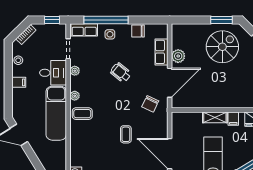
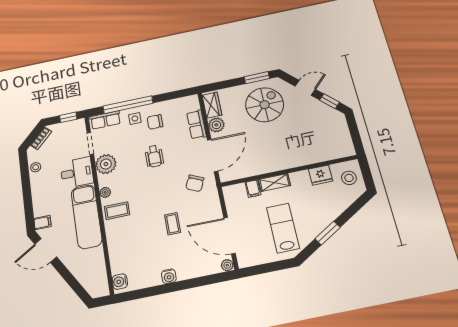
chair: (138, 31) -> (155, 122), moved
wardrobe: (178, 37) -> (212, 105), added
plant: (75, 71) -> (106, 164), width x1.88, depth x1.88
wheelchair: (121, 73) -> (154, 156), turned -129
filing cabinet: (19, 82) -> (43, 222), moved
filing cabinet: (233, 119) -> (253, 188), moved

